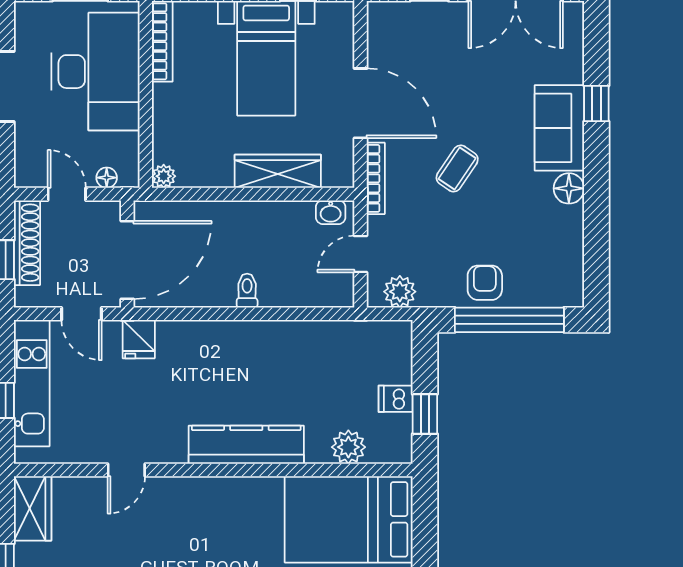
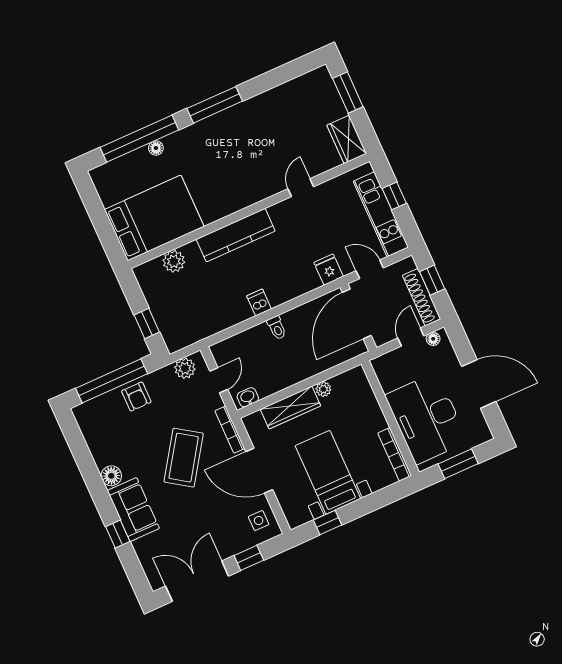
side table: (392, 34) -> (259, 521), added
coffee table: (457, 168) -> (184, 458), width x1.86, depth x1.72
plant: (164, 176) -> (323, 389), moved
floor lamp: (107, 178) -> (433, 339), moved
door: (67, 194) -> (411, 337), swing flipped
dishwasher: (396, 399) -> (259, 302), moved, turned -90
window: (425, 414) -> (147, 323), moved

